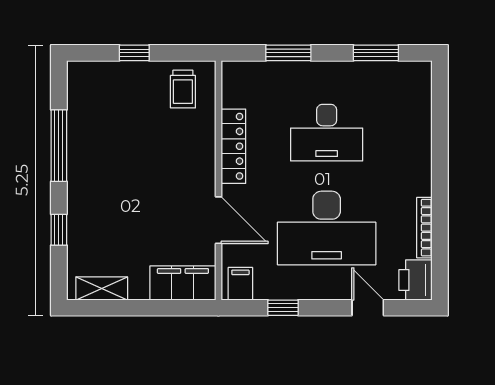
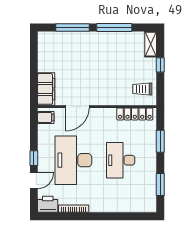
locker: (233, 146) -> (135, 114), moved
window: (59, 230) -> (73, 27), width x2.17
shelving: (102, 288) -> (151, 44), moved
window: (283, 308) -> (34, 158), moved

